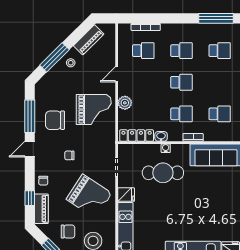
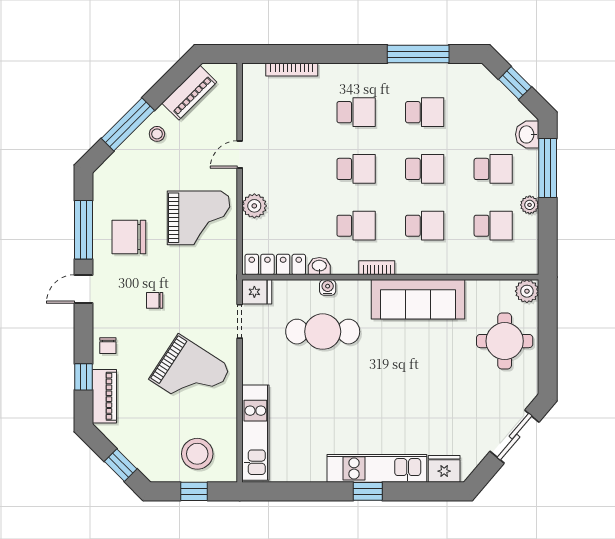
school desk: (143, 51) -> (425, 169), moved
fridge: (126, 195) -> (257, 292), moved
chair: (68, 232) -> (152, 437), removed

